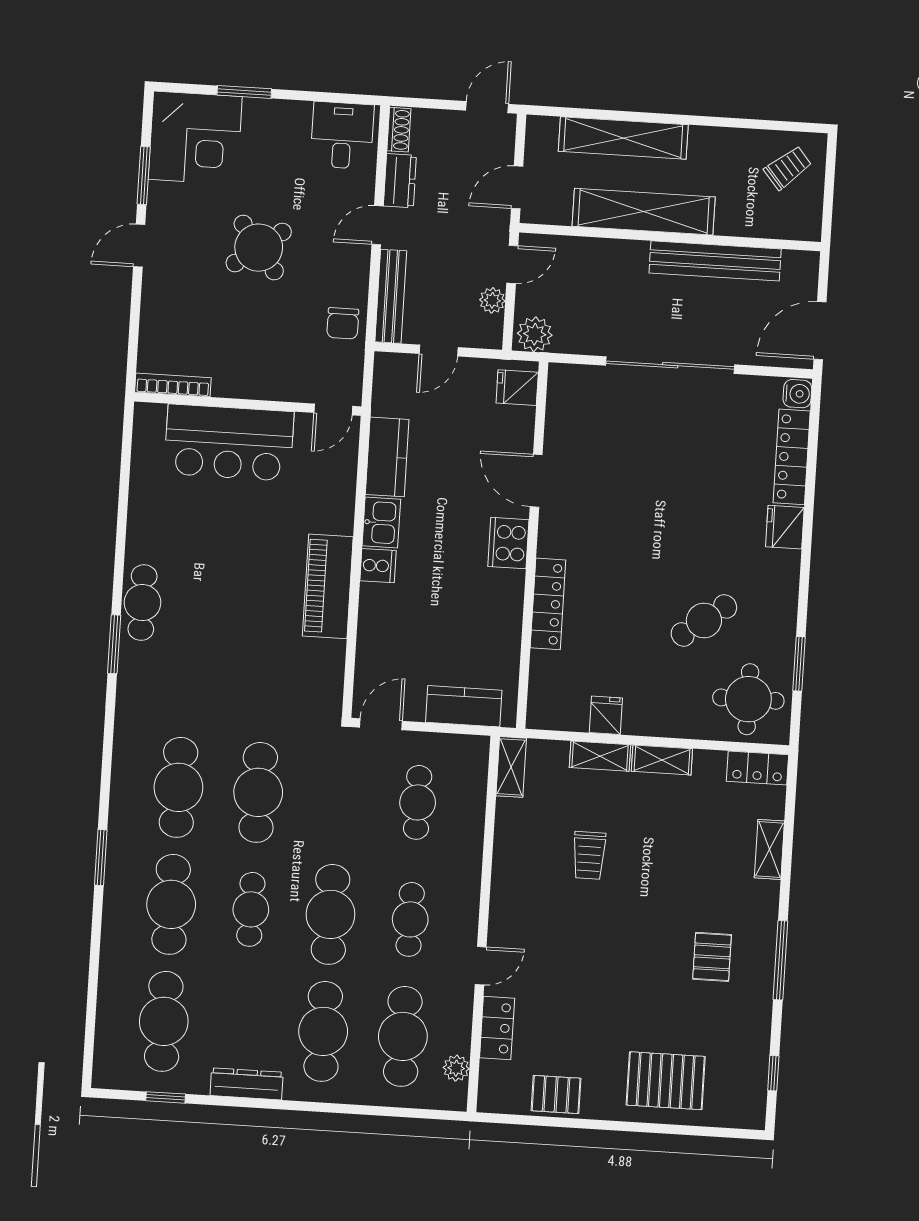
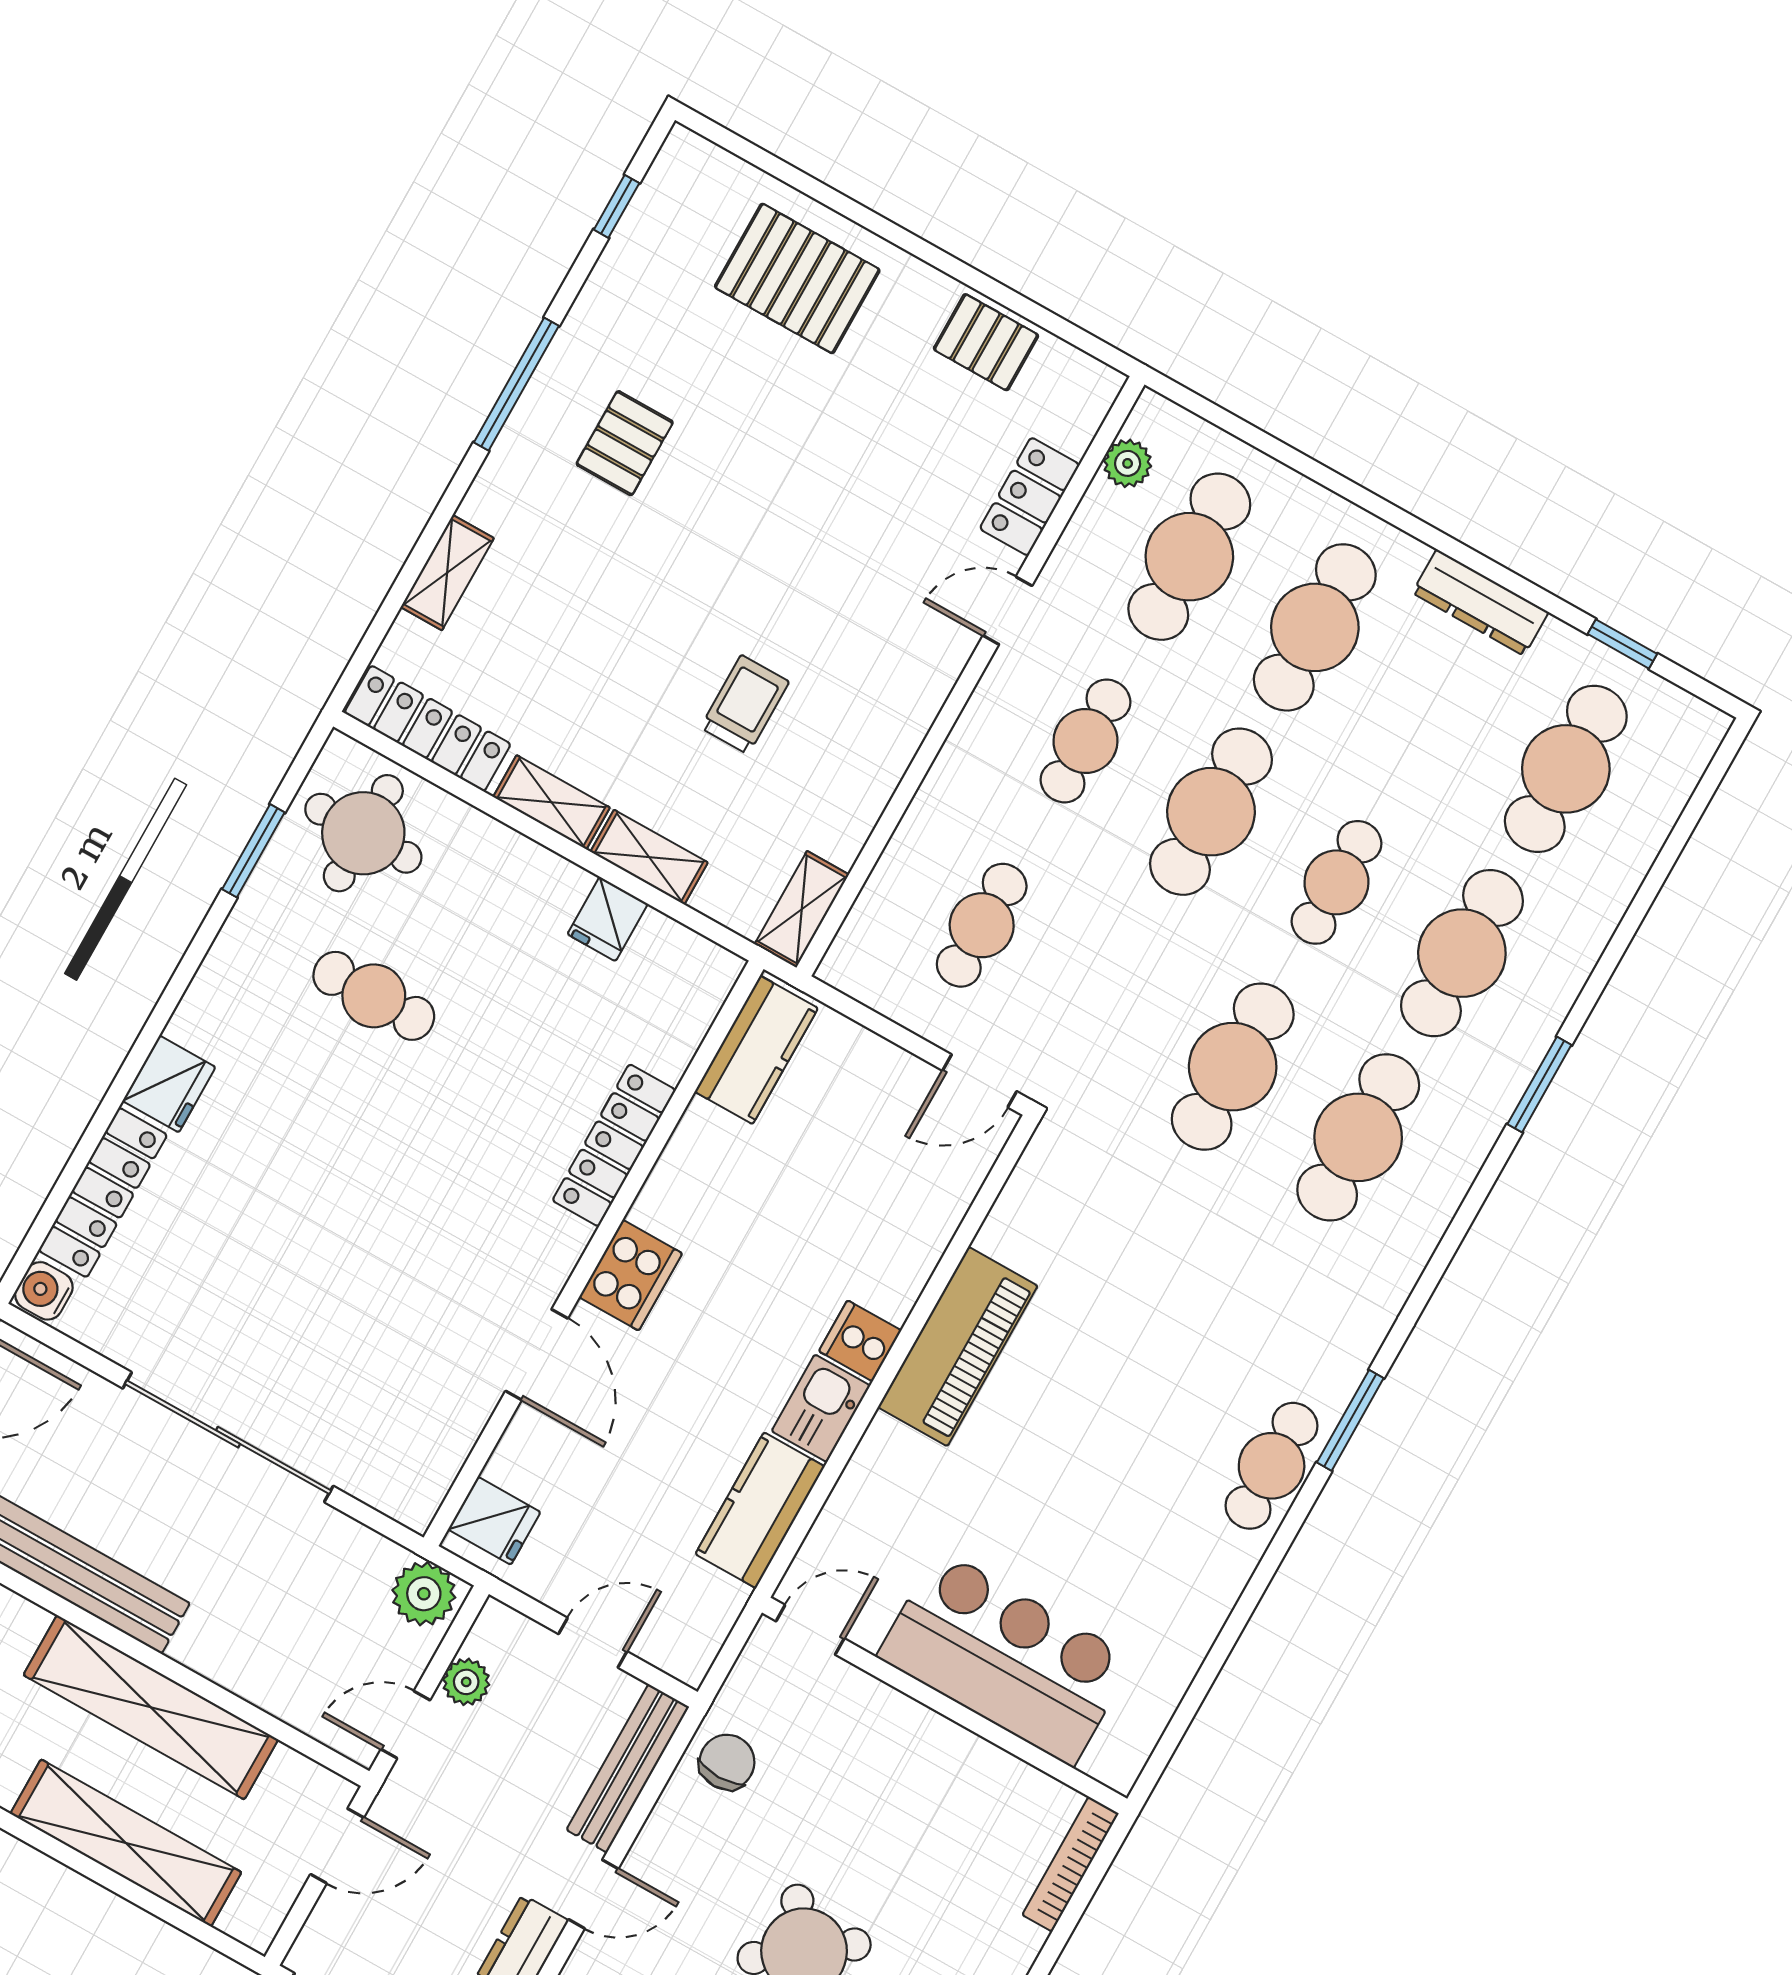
bookcase: (173, 385) -> (1071, 1864), moved, turned 90
cafe table: (704, 620) -> (374, 996), turned 37
kitchen counter: (464, 706) -> (756, 1050), moved, turned -90
locker: (757, 768) -> (428, 728), width x1.53

